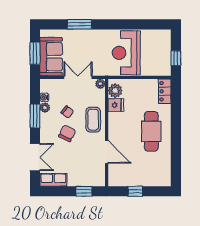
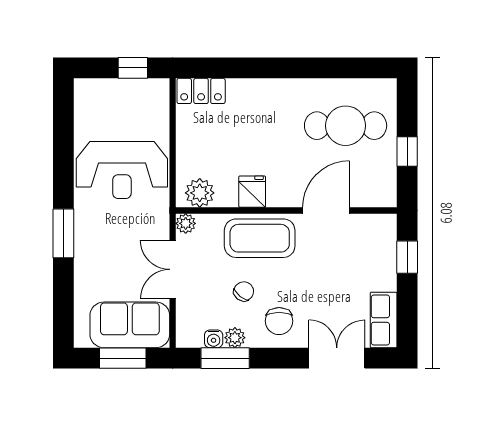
window: (79, 24) -> (63, 233), moved
fridge: (116, 105) -> (252, 192), moved
window: (35, 116) -> (225, 358), moved
coffee table: (93, 120) -> (260, 238), width x1.36, depth x1.32
cafe table: (151, 131) -> (346, 126), moved
chair: (67, 133) -> (279, 321), moved, turned -116

